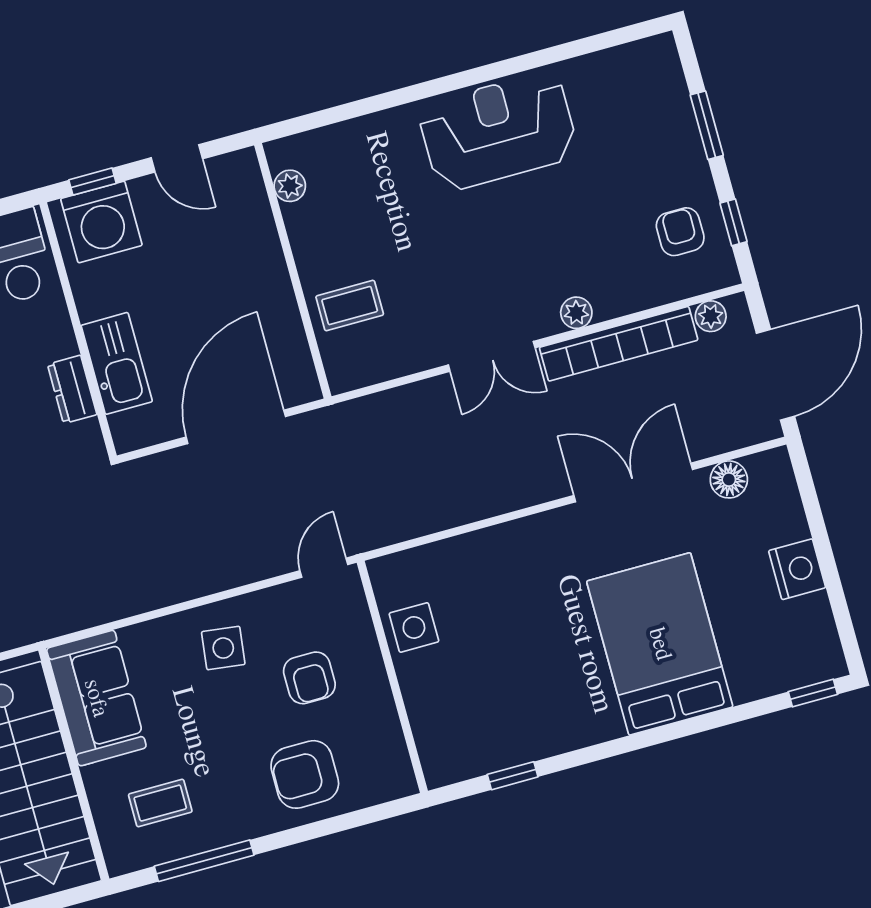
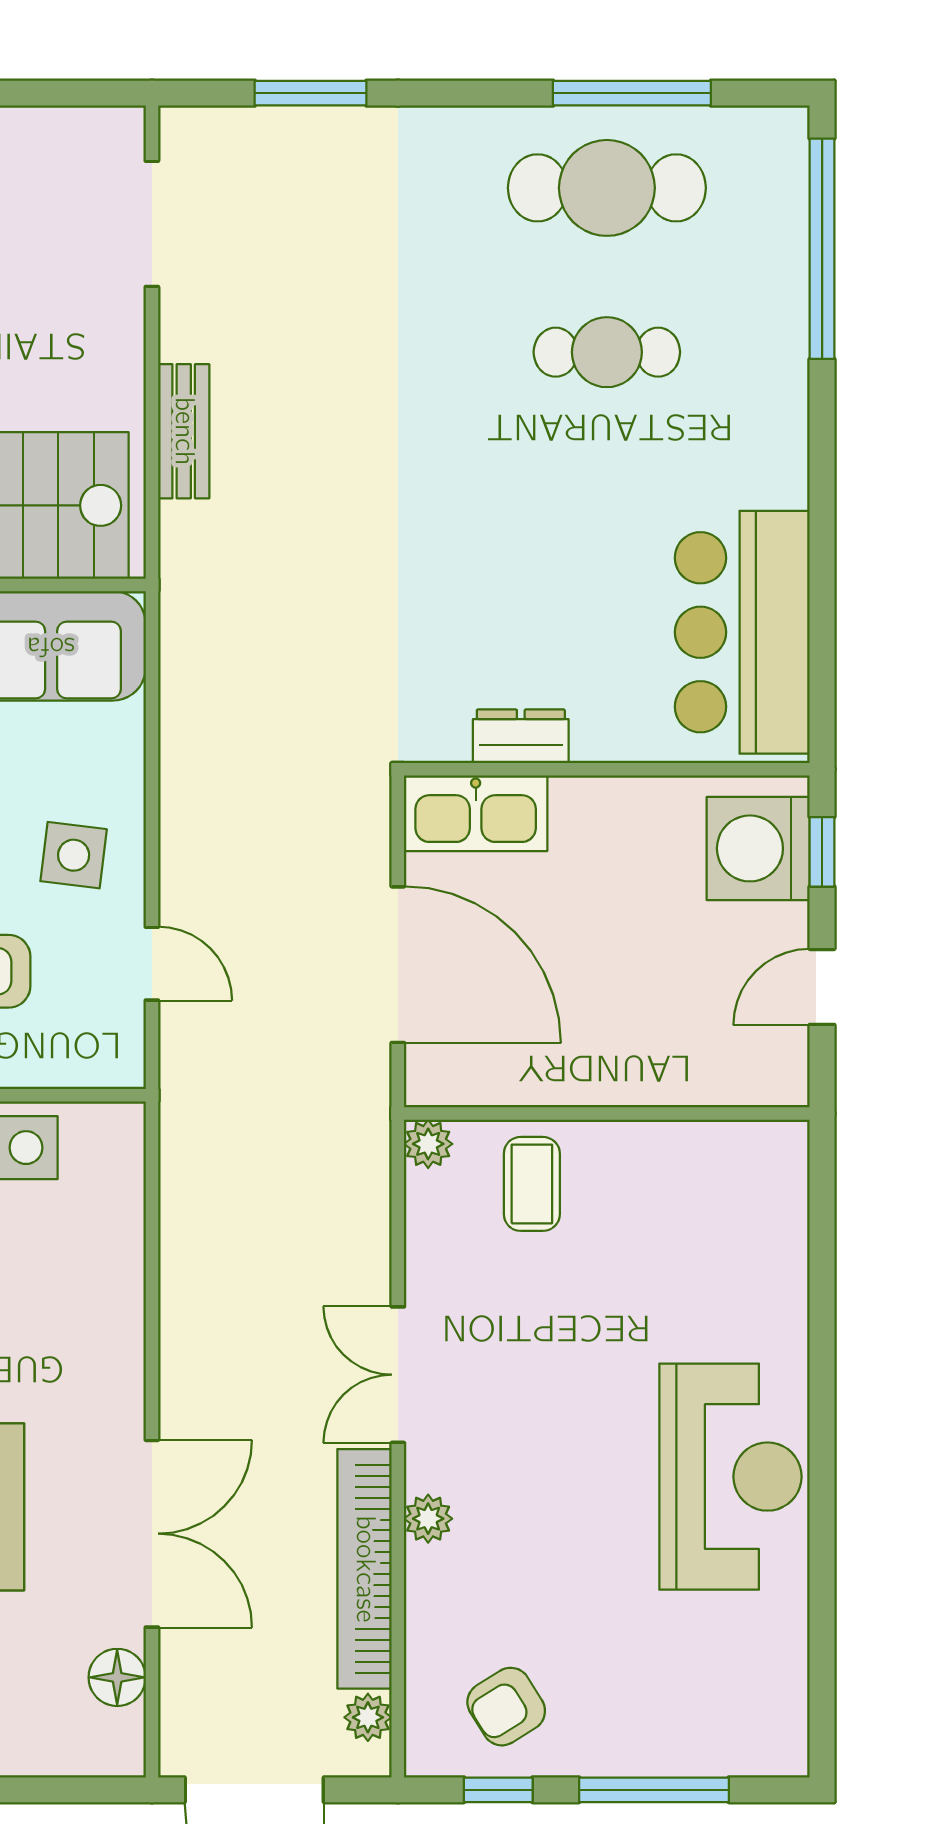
window: (707, 125) -> (654, 1790), width x1.44
plant: (290, 186) -> (428, 1144), moved
armchair: (680, 232) -> (506, 1707), turned 148
kitchen sink: (117, 363) -> (476, 813), moved
door: (324, 568) -> (152, 964), moved

